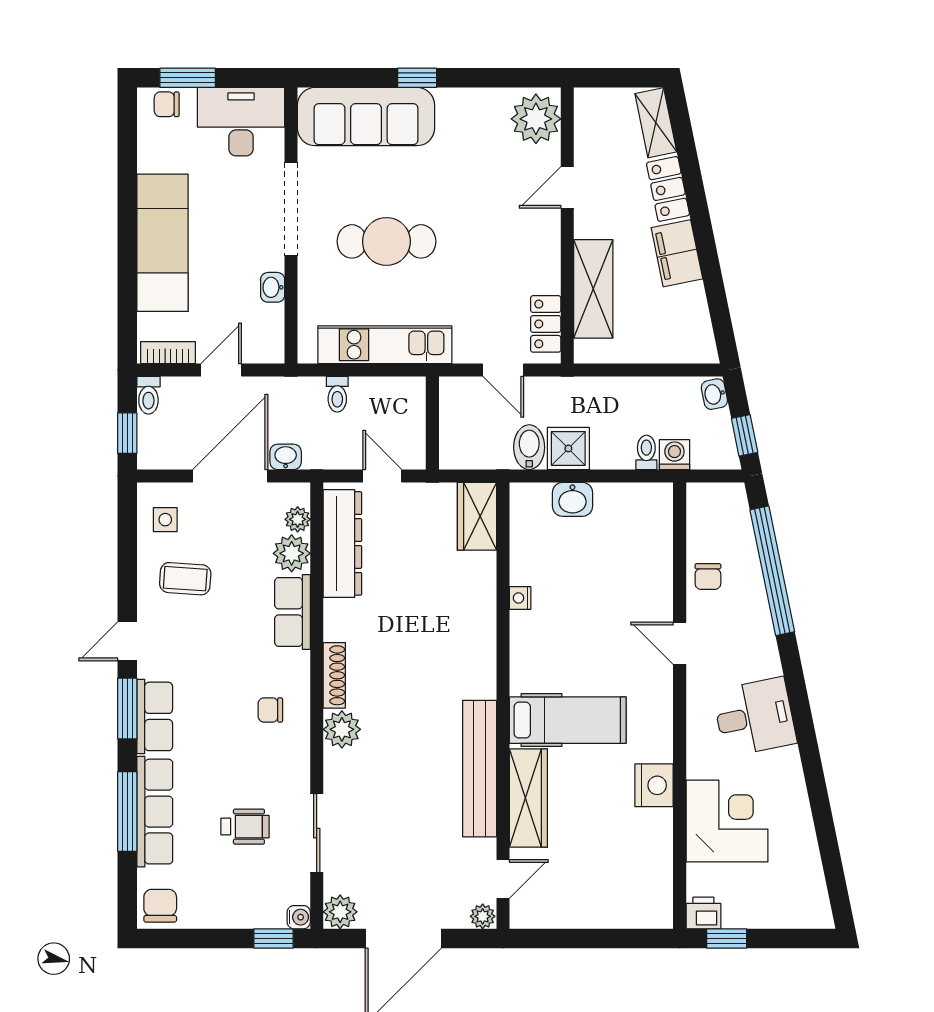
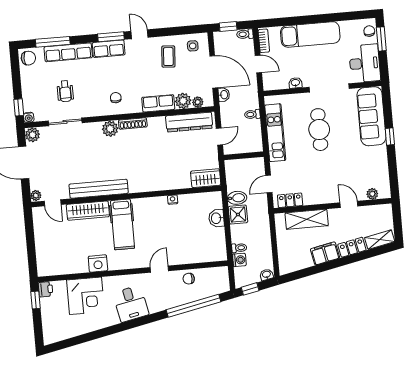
plant: (536, 119) -> (372, 194), width x0.53, depth x0.53
window: (127, 812) -> (53, 42), moved

